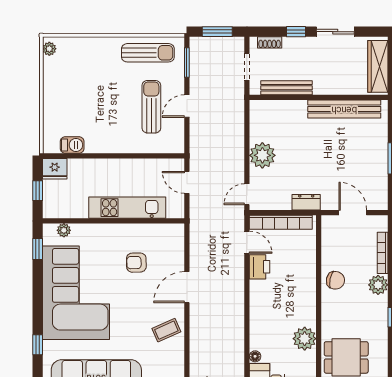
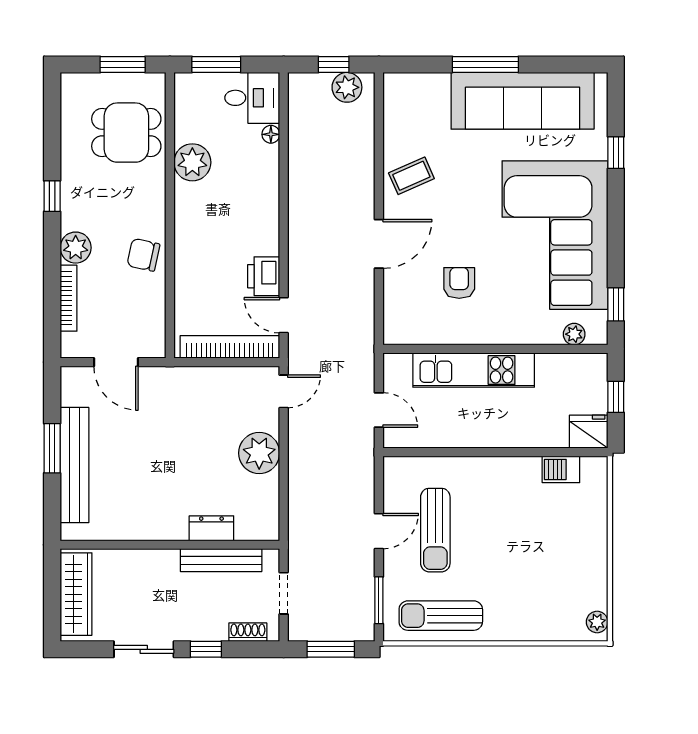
bench: (344, 109) -> (74, 465), moved, turned 90
dresser: (306, 202) -> (211, 528), moved, turned 180
armchair: (136, 263) -> (459, 283), turned -89

